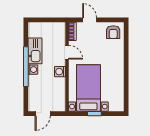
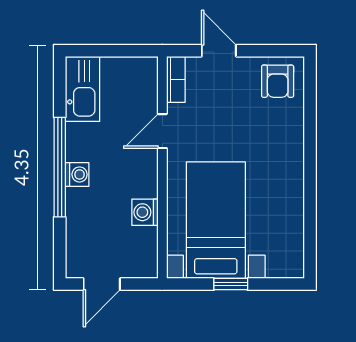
kitchen sink: (35, 51) -> (82, 89), moved
door: (67, 52) -> (162, 131), swing flipped
washing machine: (60, 72) -> (145, 212), moved

